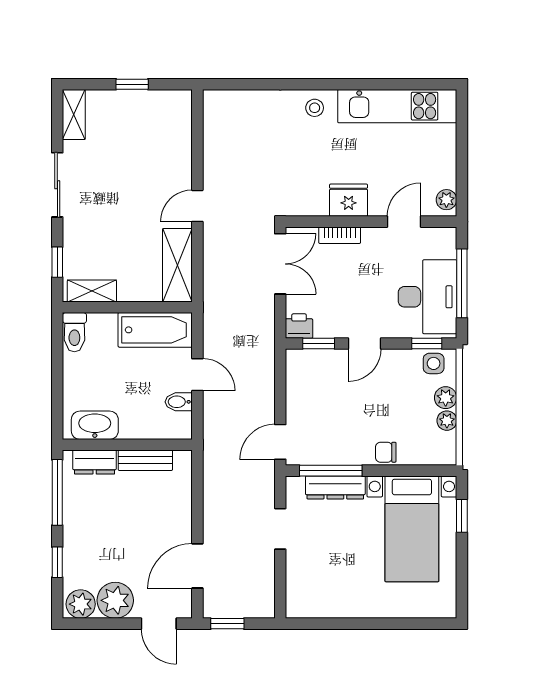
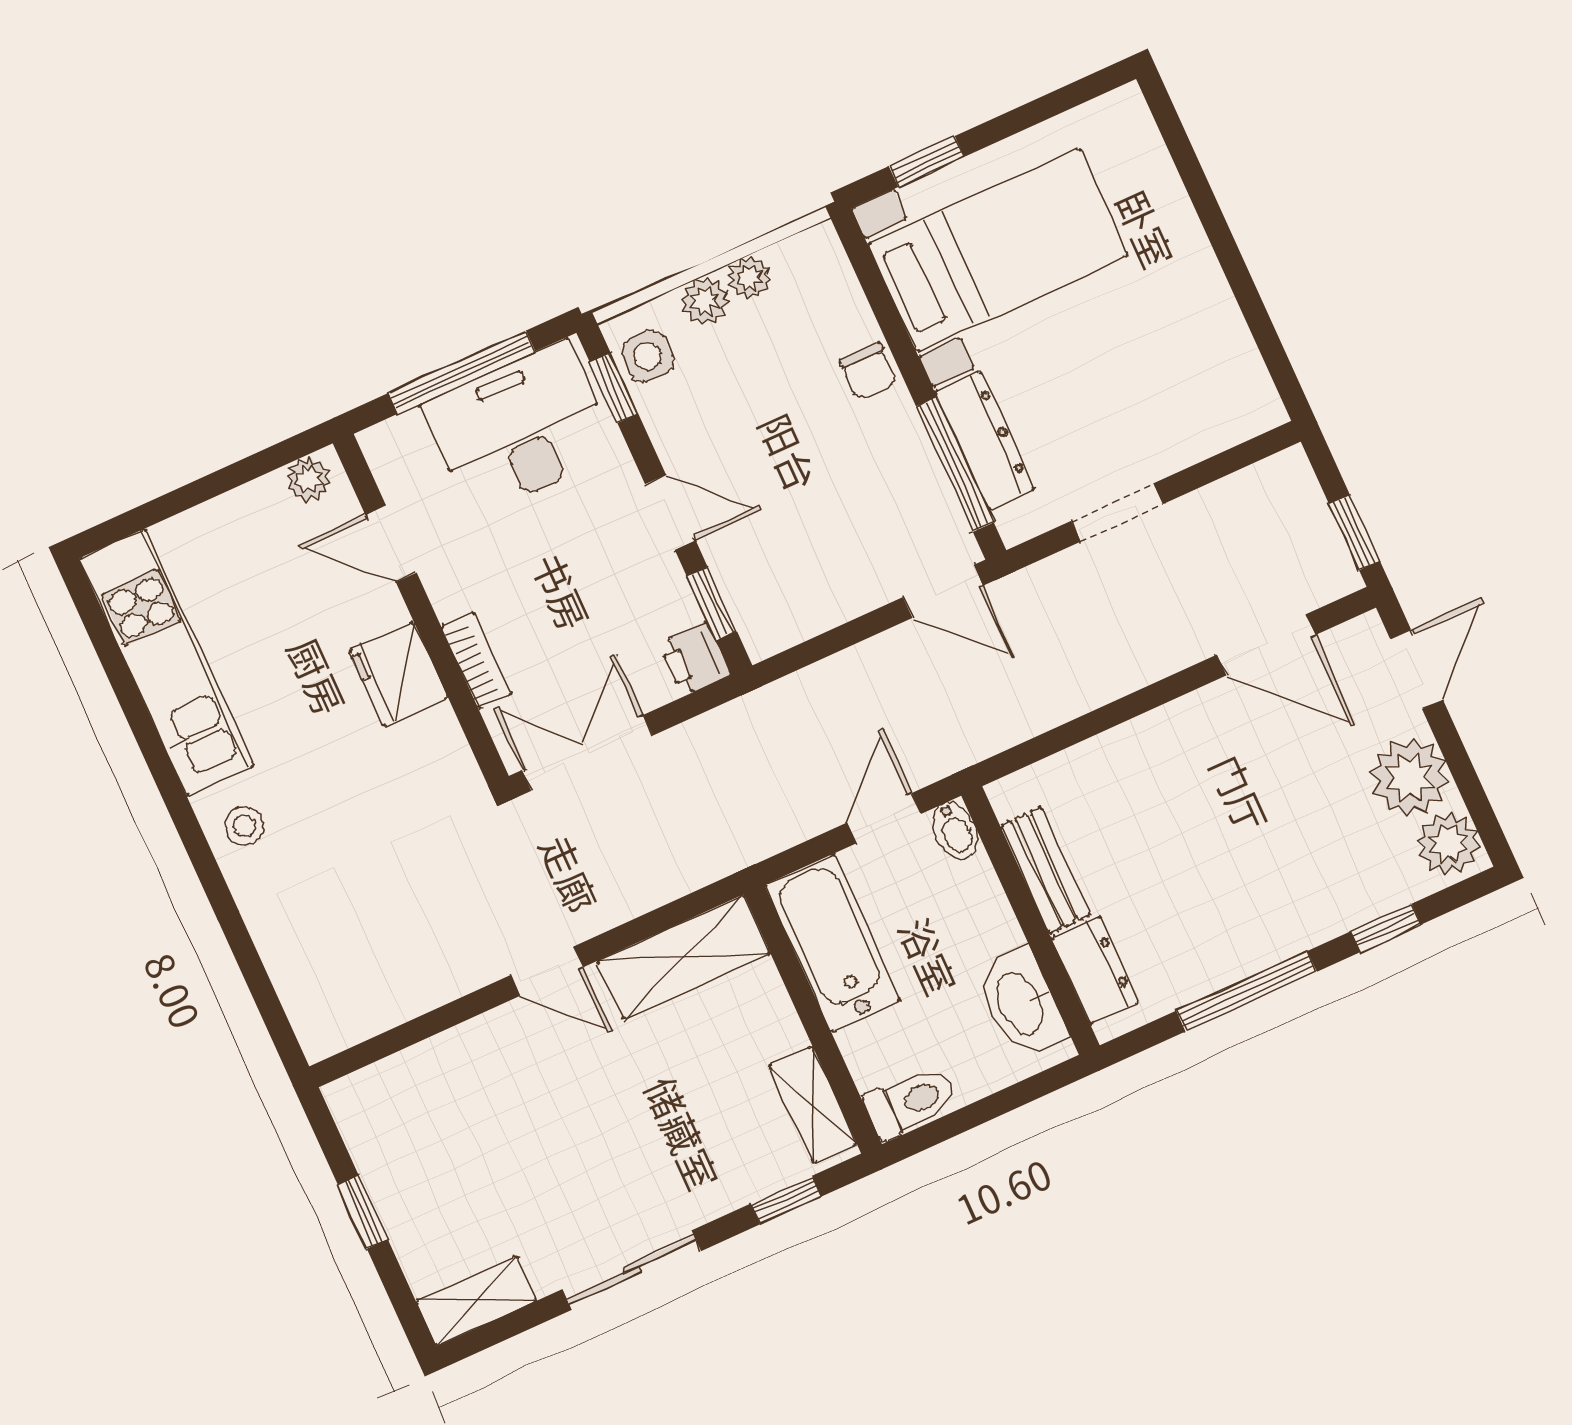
washbasin: (95, 425) -> (1021, 1003), moved
wall: (127, 445) -> (1031, 920), moved
bench: (145, 460) -> (1045, 870), moved
dresser: (95, 462) -> (1095, 970), moved

